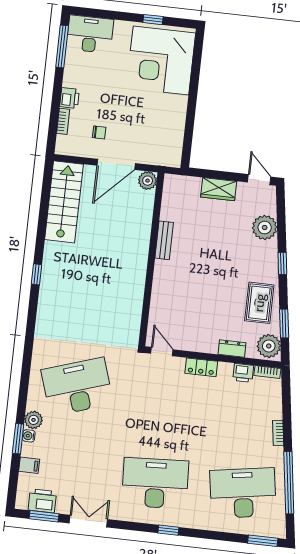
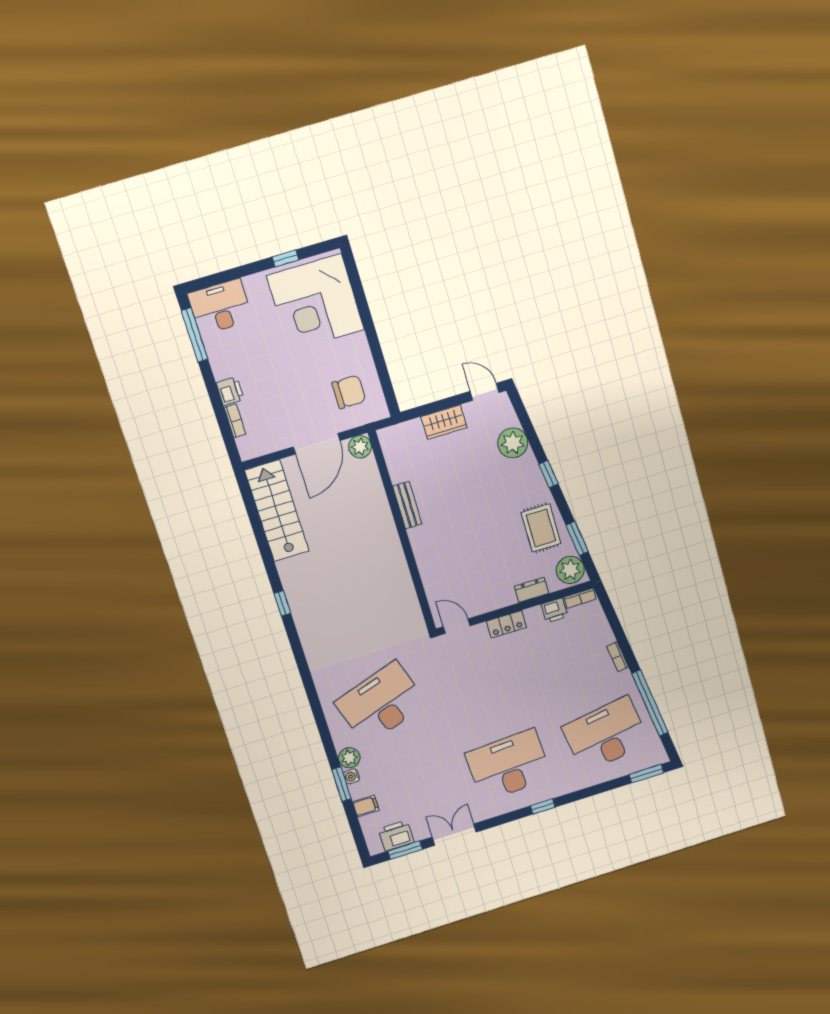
chair: (99, 132) -> (349, 392), moved, width x1.87, depth x1.87

